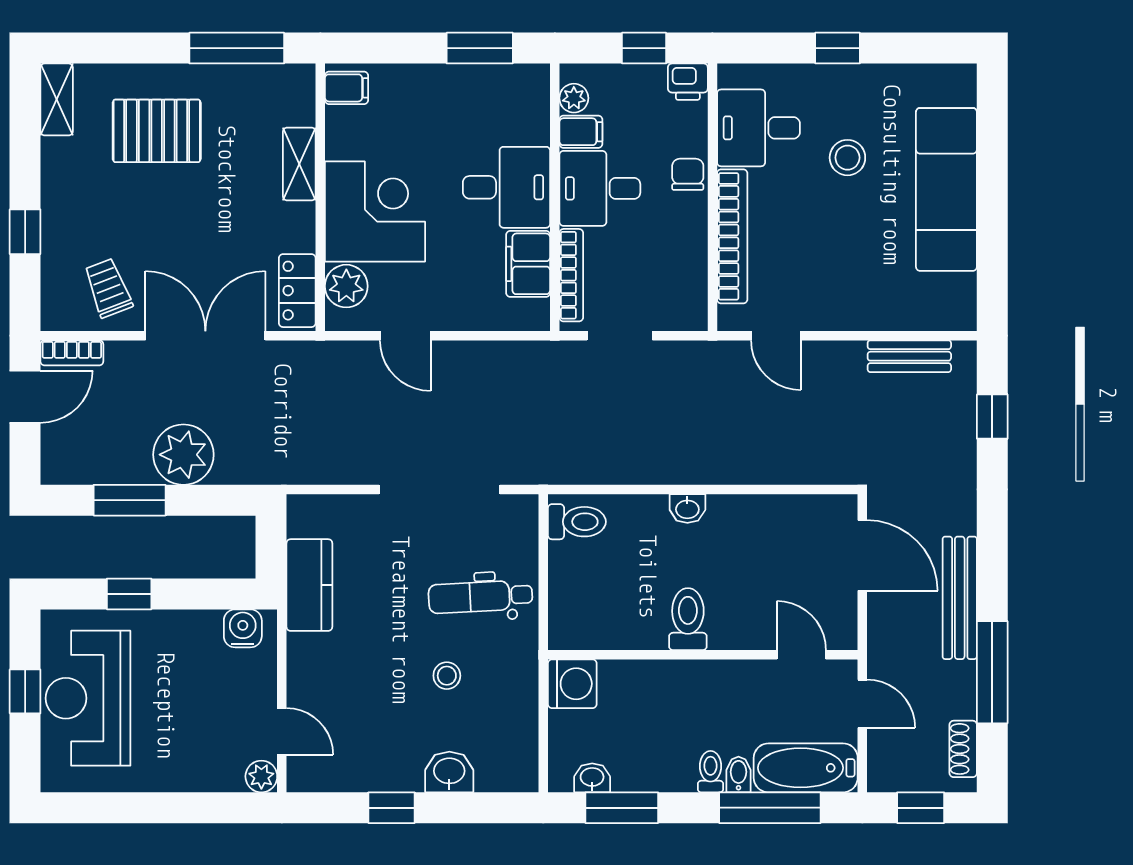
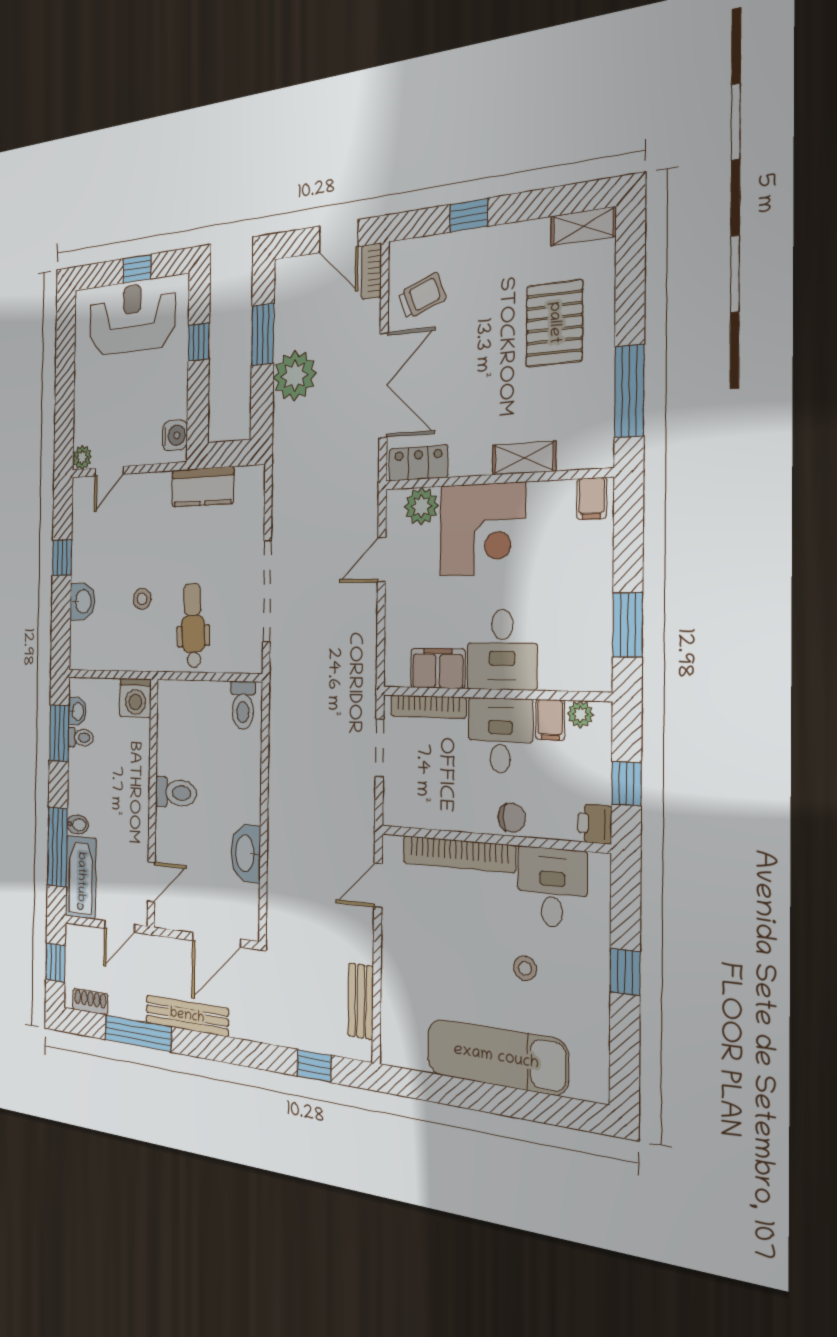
stool: (847, 158) -> (525, 968), width x0.73, depth x0.73
washbasin: (687, 509) -> (246, 853), moved, width x1.91, depth x1.45
toilet: (710, 772) -> (81, 738), moved

